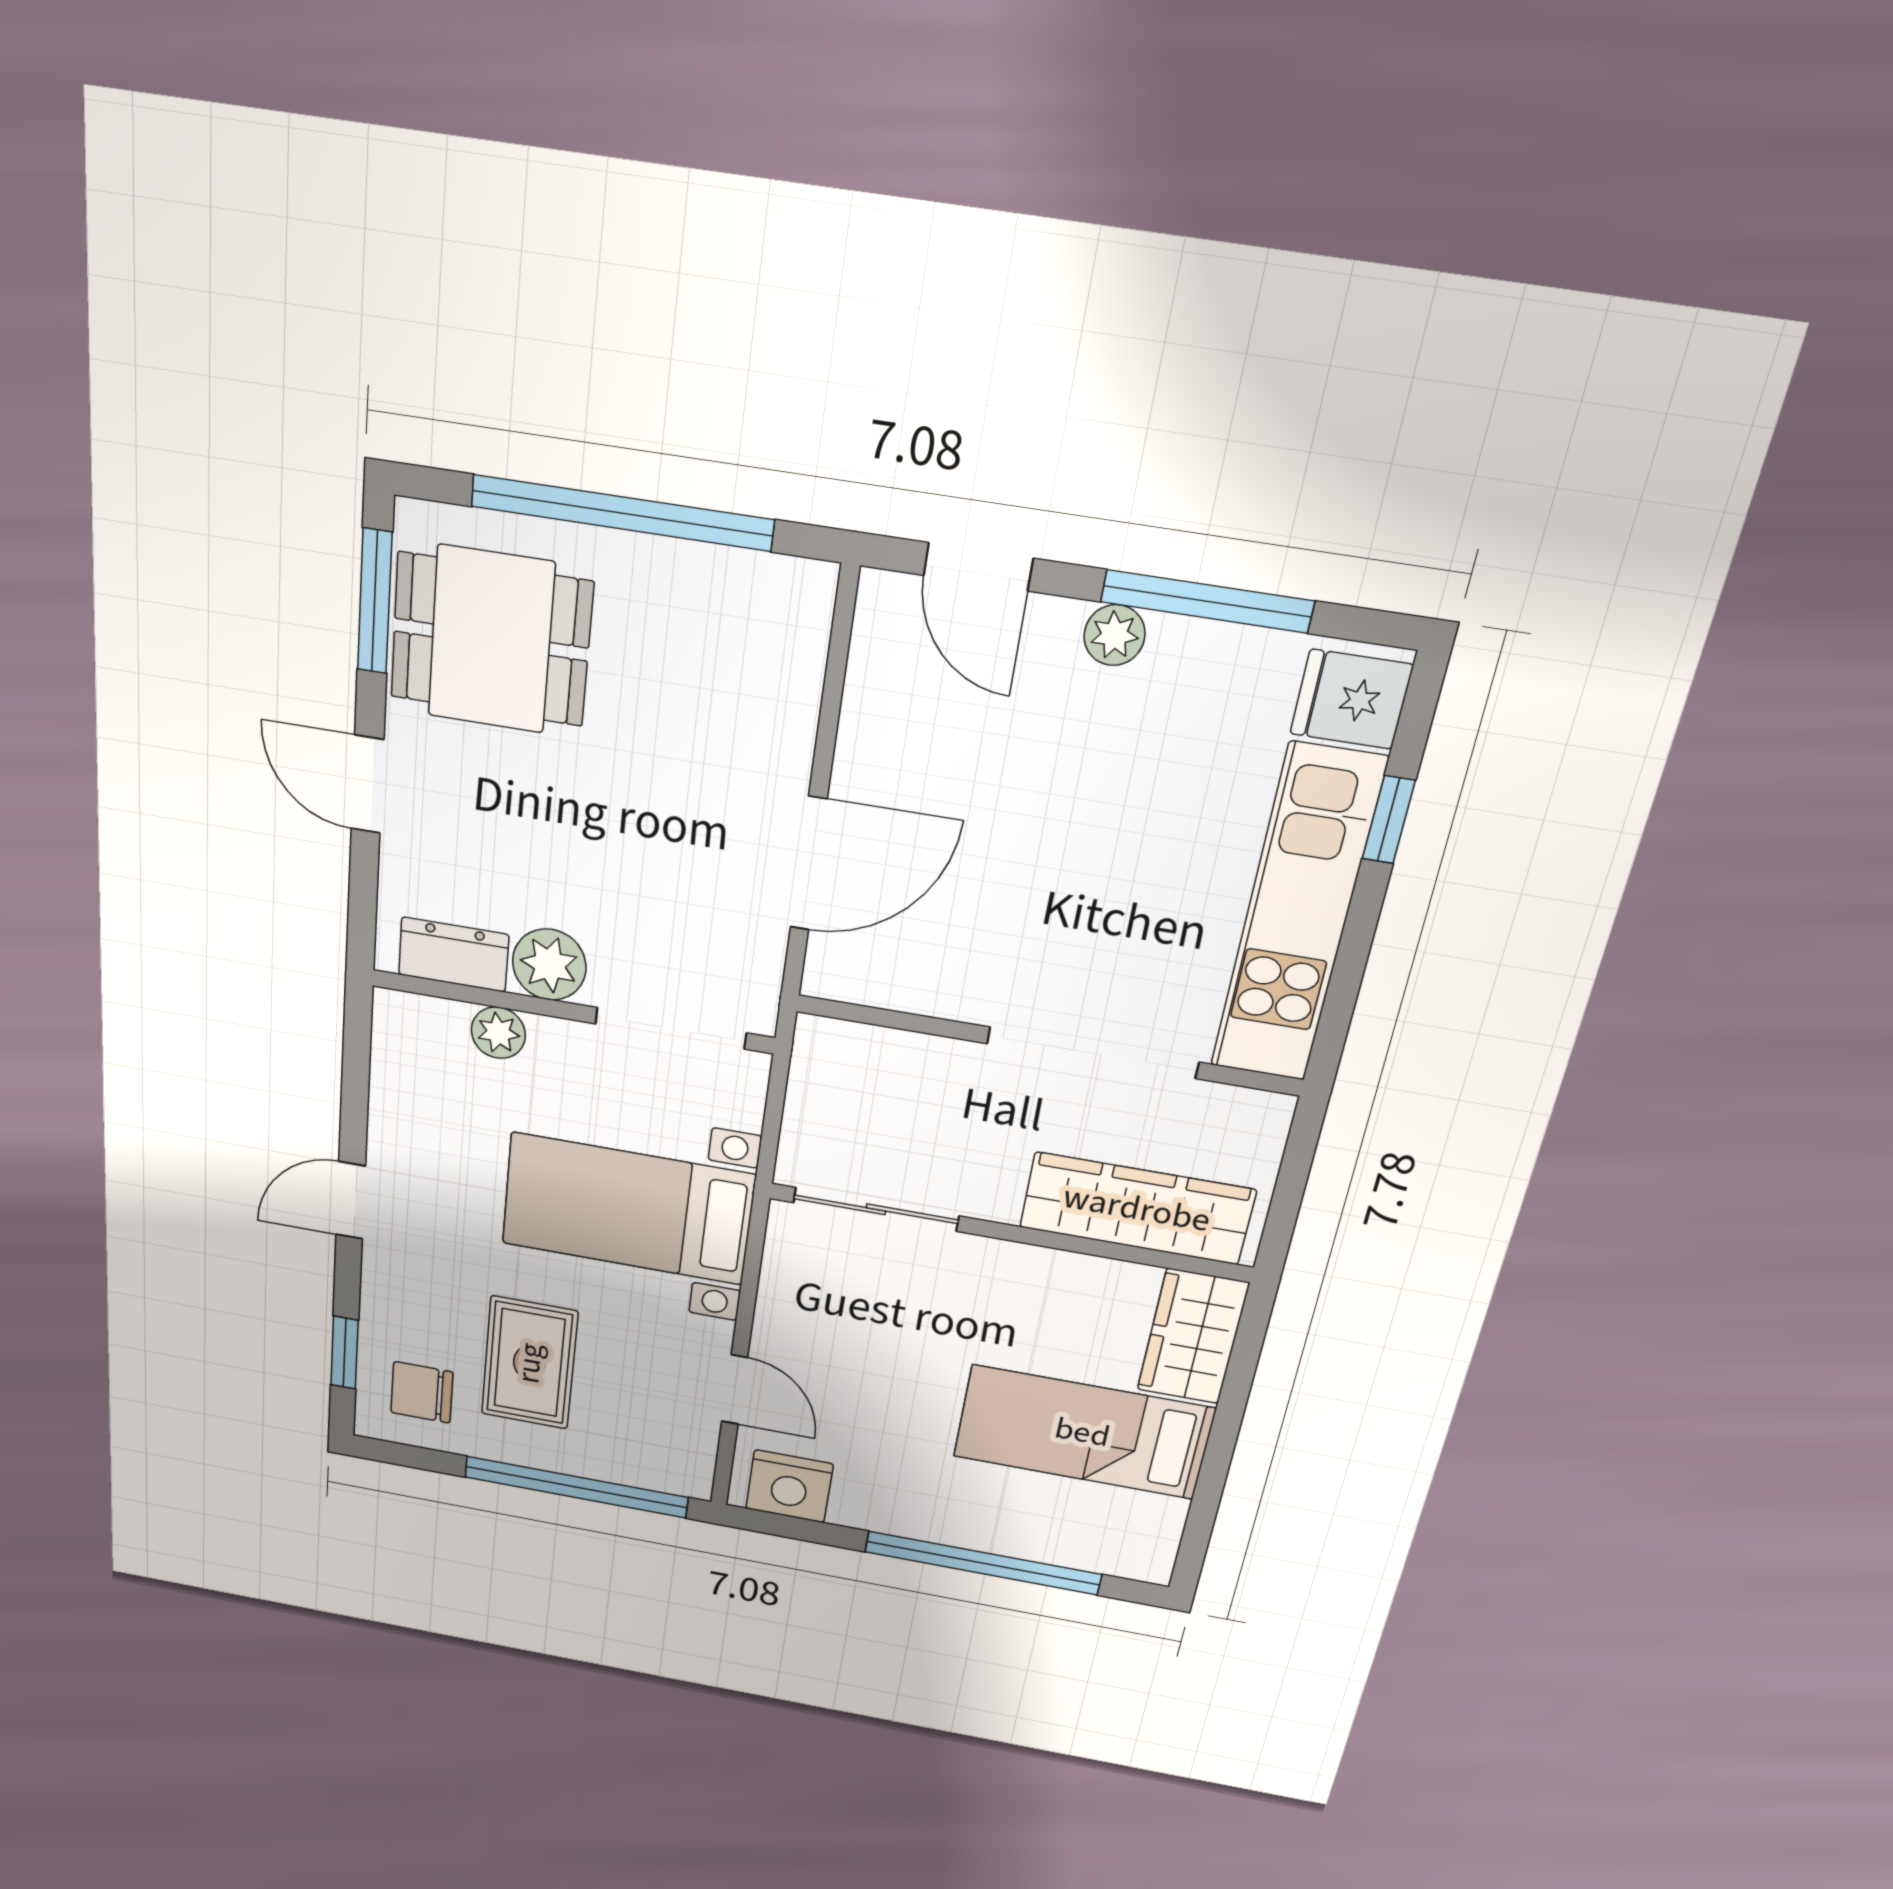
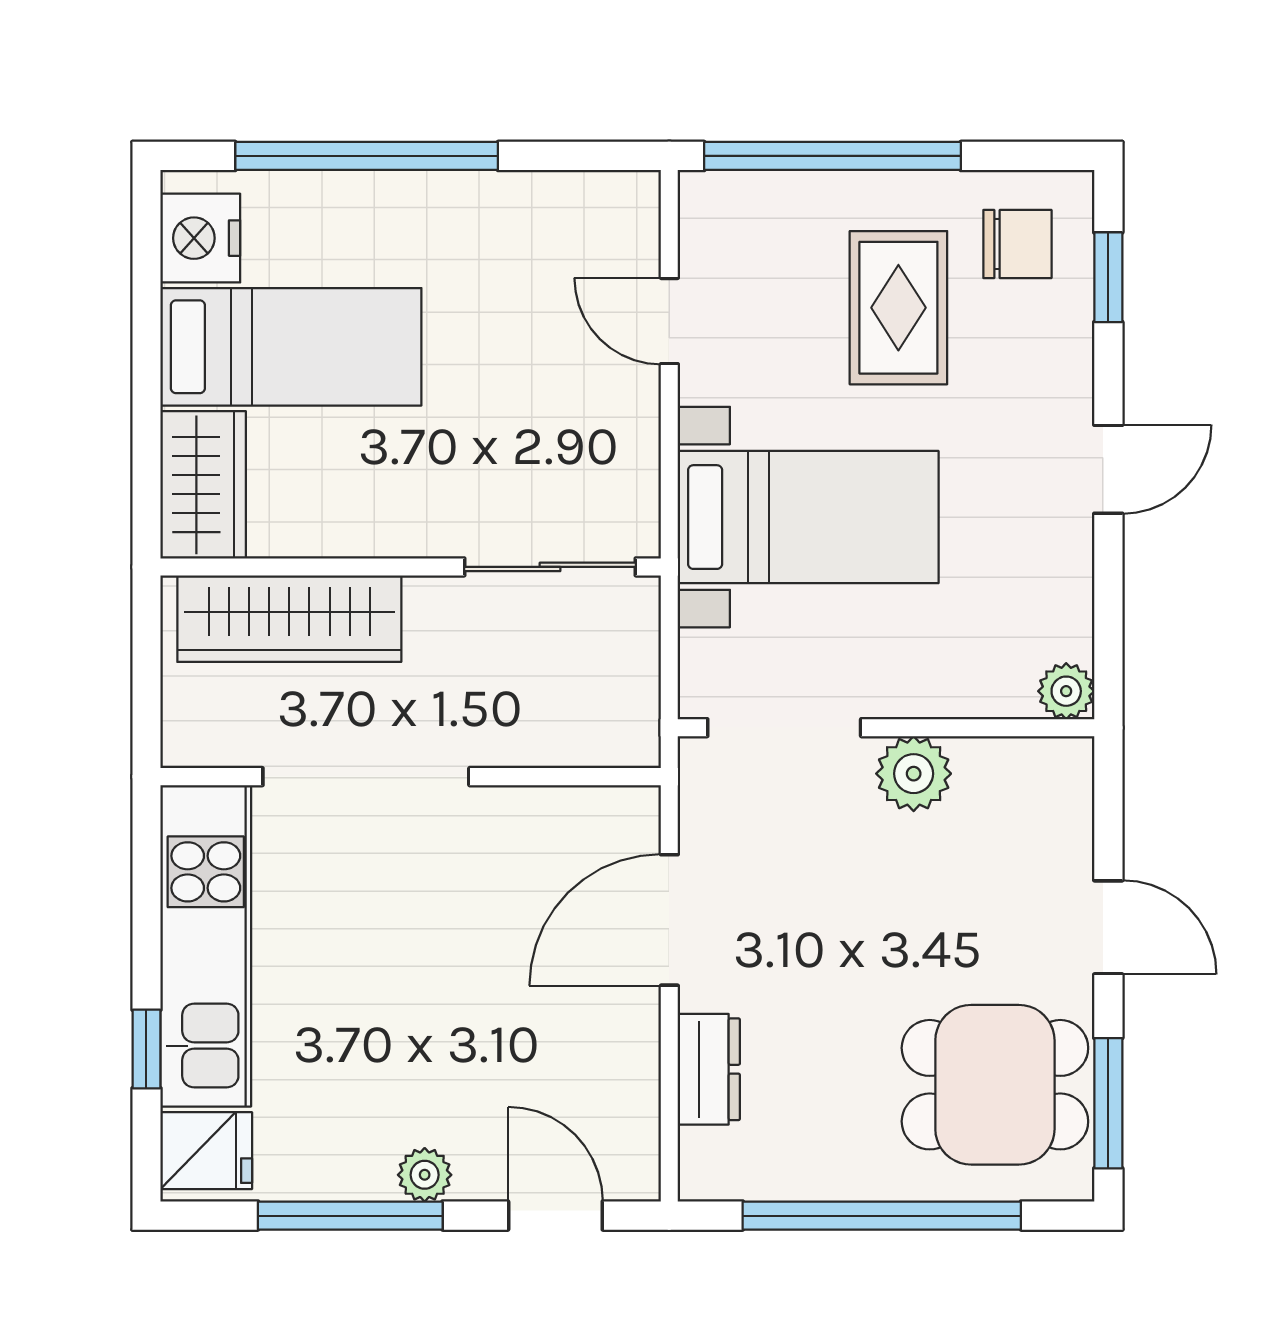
dresser: (454, 955) -> (709, 1069), moved, turned -90
plant: (498, 1033) -> (1066, 691), moved
nightstand: (789, 1486) -> (200, 238), moved, turned -90

